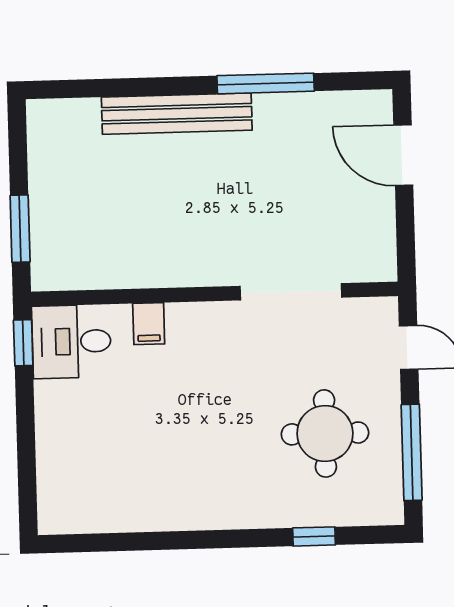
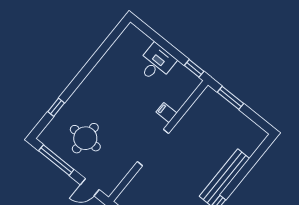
doorway: (291, 292) -> (153, 147), moved
desk: (71, 341) -> (156, 63), moved

